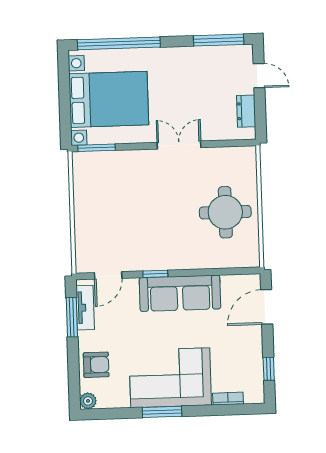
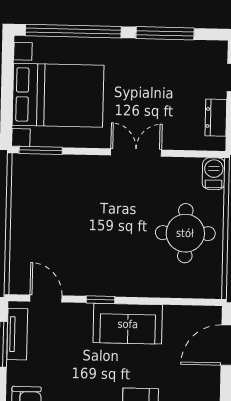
window: (219, 40) -> (165, 33), moved
barbecue: (247, 160) -> (214, 174), added
door: (108, 275) -> (46, 299), swing flipped
sofa: (180, 293) -> (128, 324), width x0.73

